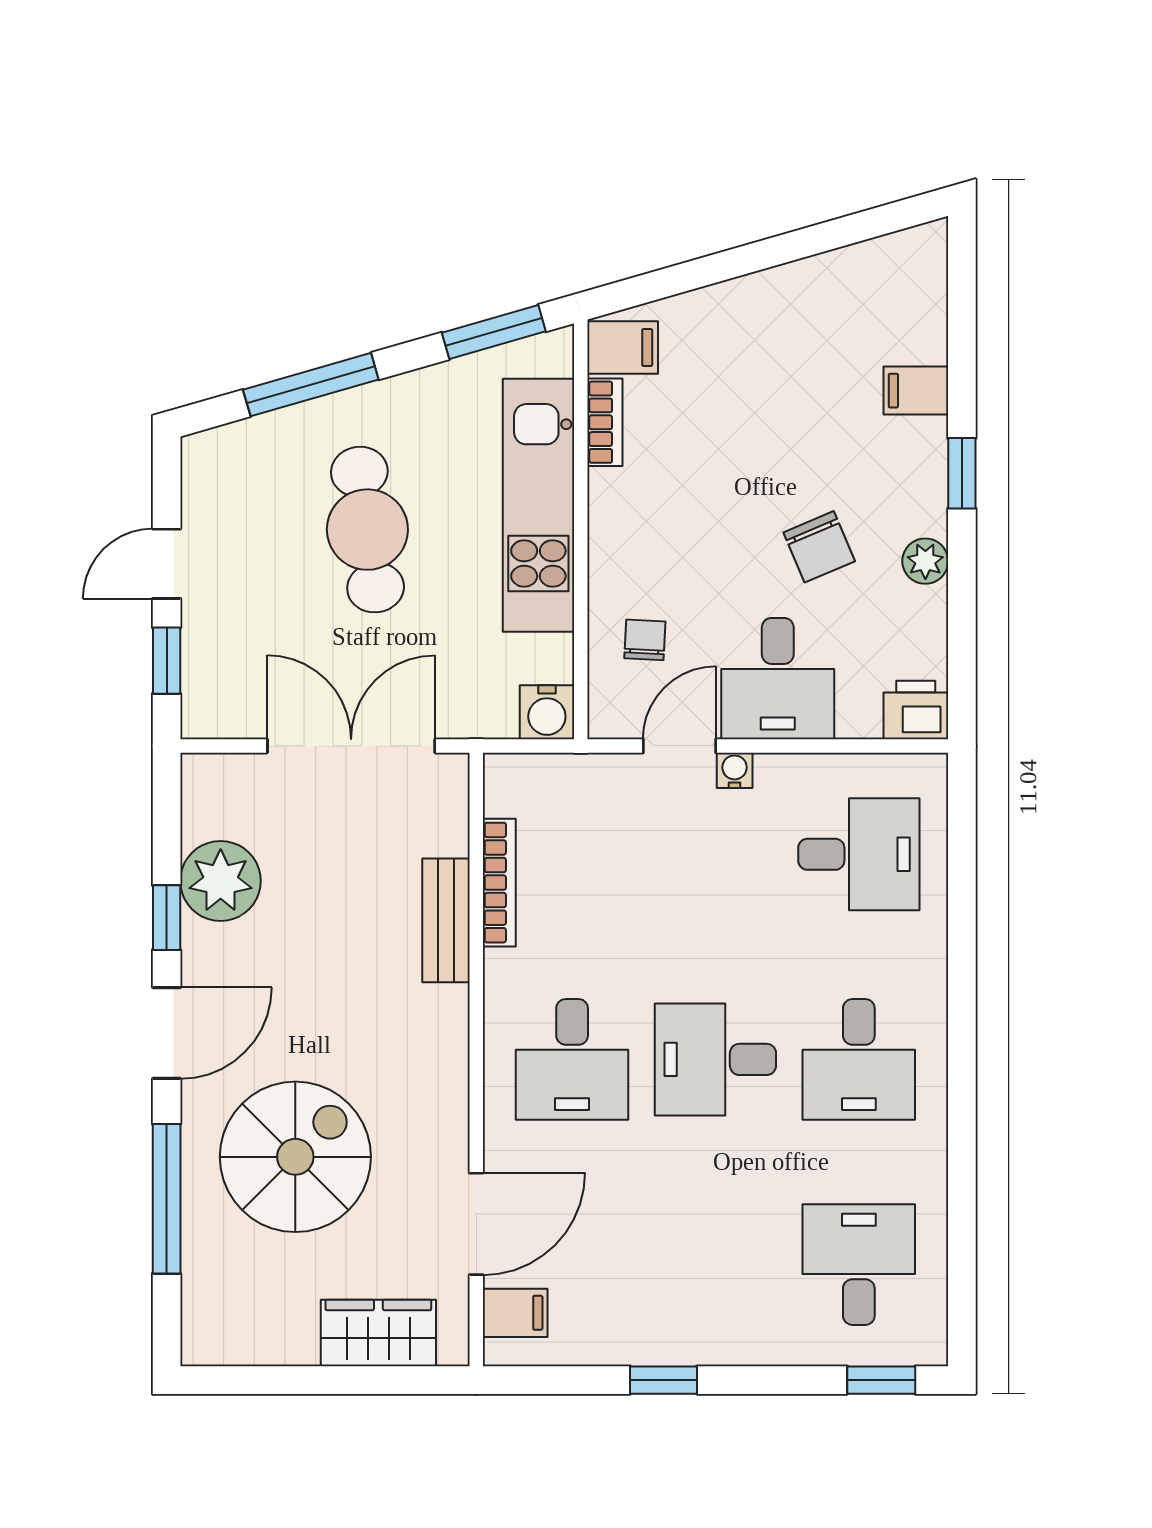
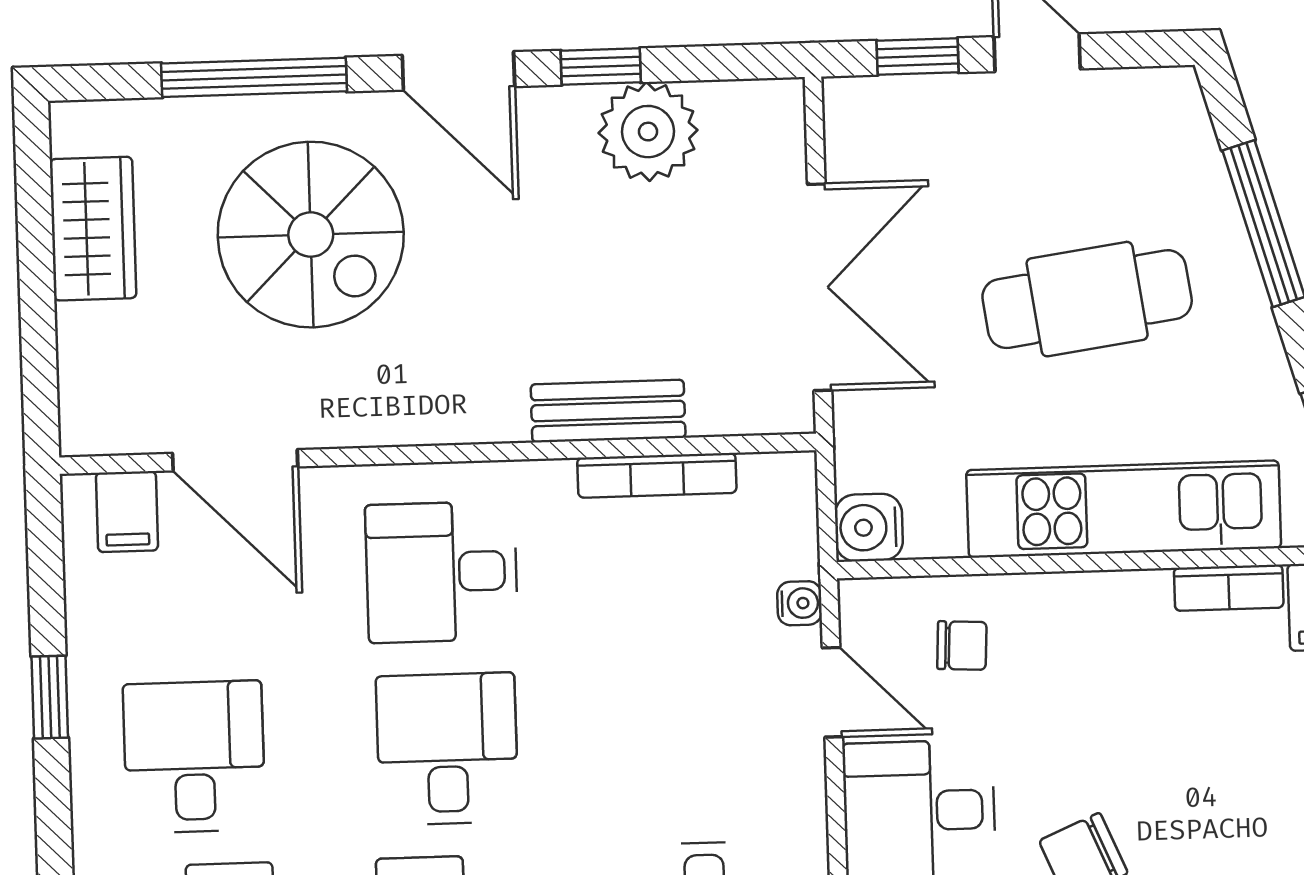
water cooler: (735, 770) -> (799, 603), moved
desk: (715, 1265) -> (194, 757), added
wardrobe: (378, 1333) -> (93, 229), moved

